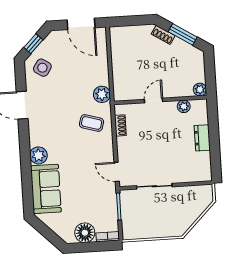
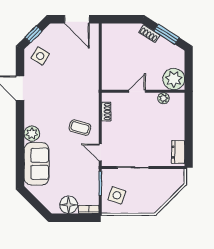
plant: (200, 89) -> (174, 79), width x1.87, depth x1.87
plant: (102, 94) -> (92, 83), removed
coffee table: (92, 123) -> (80, 128), moved
dresser: (202, 138) -> (178, 152), moved
side table: (138, 219) -> (117, 195), added

